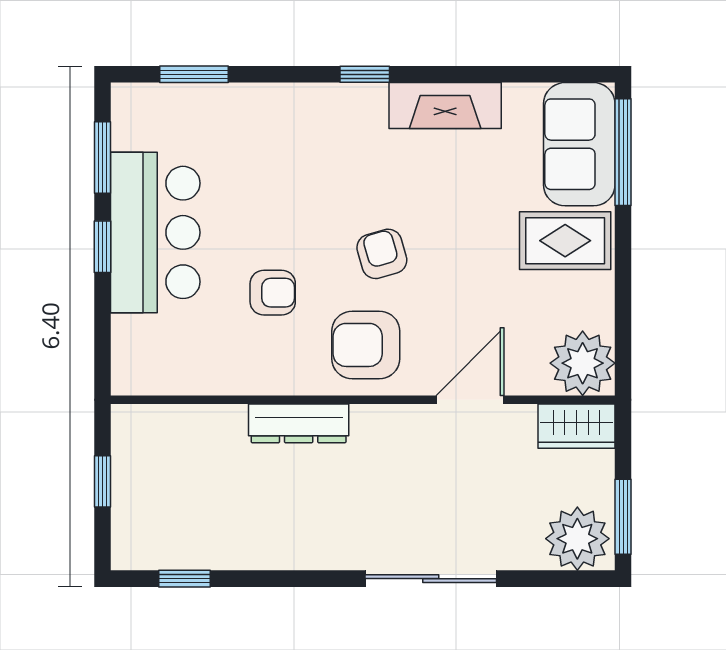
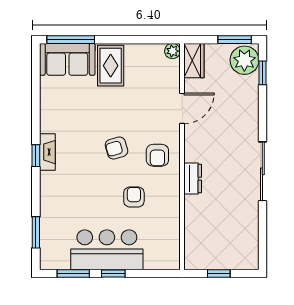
fireplace: (445, 106) -> (47, 152), moved, width x0.73, depth x0.76
armchair: (366, 345) -> (157, 155), width x0.72, depth x0.72
plant: (583, 363) -> (172, 51), width x0.53, depth x0.53
door: (470, 400) -> (182, 108), swing flipped
dresser: (299, 423) -> (193, 179), width x0.70
window: (185, 579) -> (262, 73), moved
sliding door: (431, 579) -> (262, 171), moved

